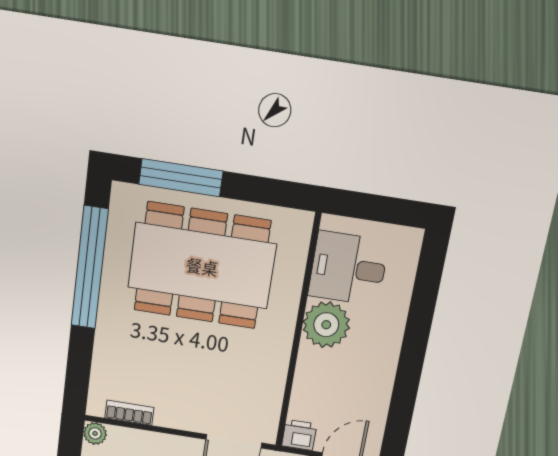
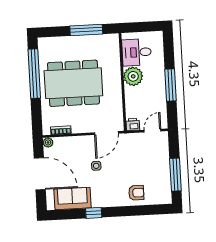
window: (181, 178) -> (86, 30), moved
dining table: (202, 266) -> (73, 83), moved
window: (411, 364) -> (171, 85), added

